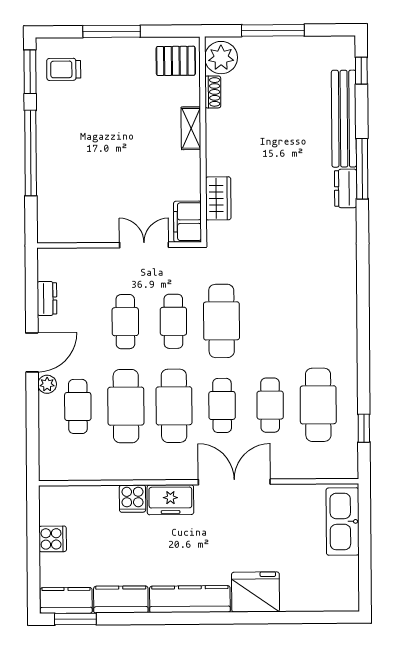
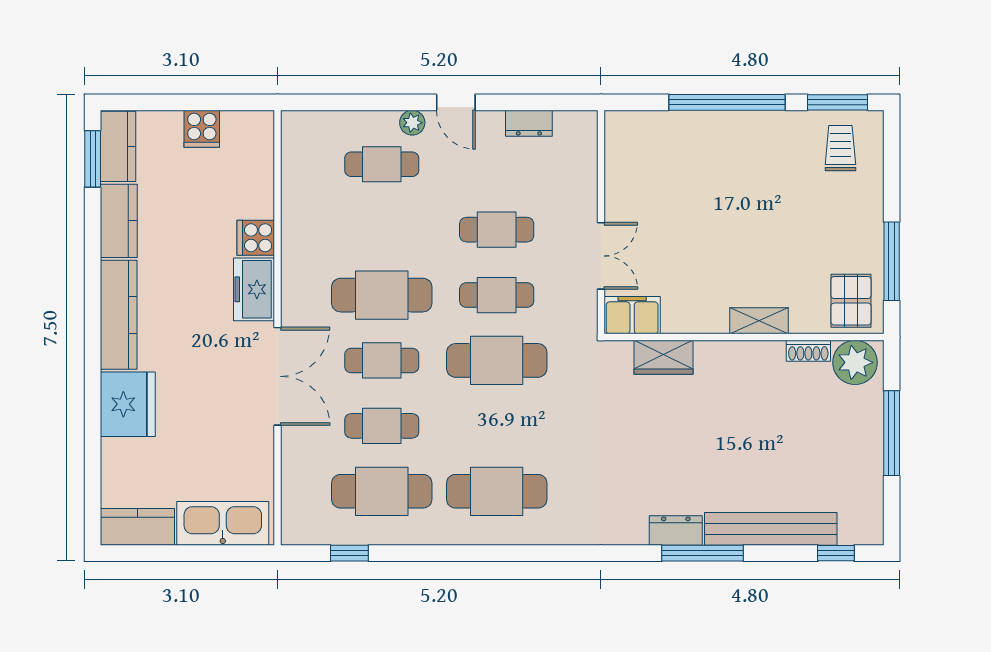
window: (112, 31) -> (892, 261), moved
door: (32, 352) -> (456, 102), width x0.73
cafe table: (126, 406) -> (497, 491), moved
kitchen counter: (346, 584) -> (137, 527), added

